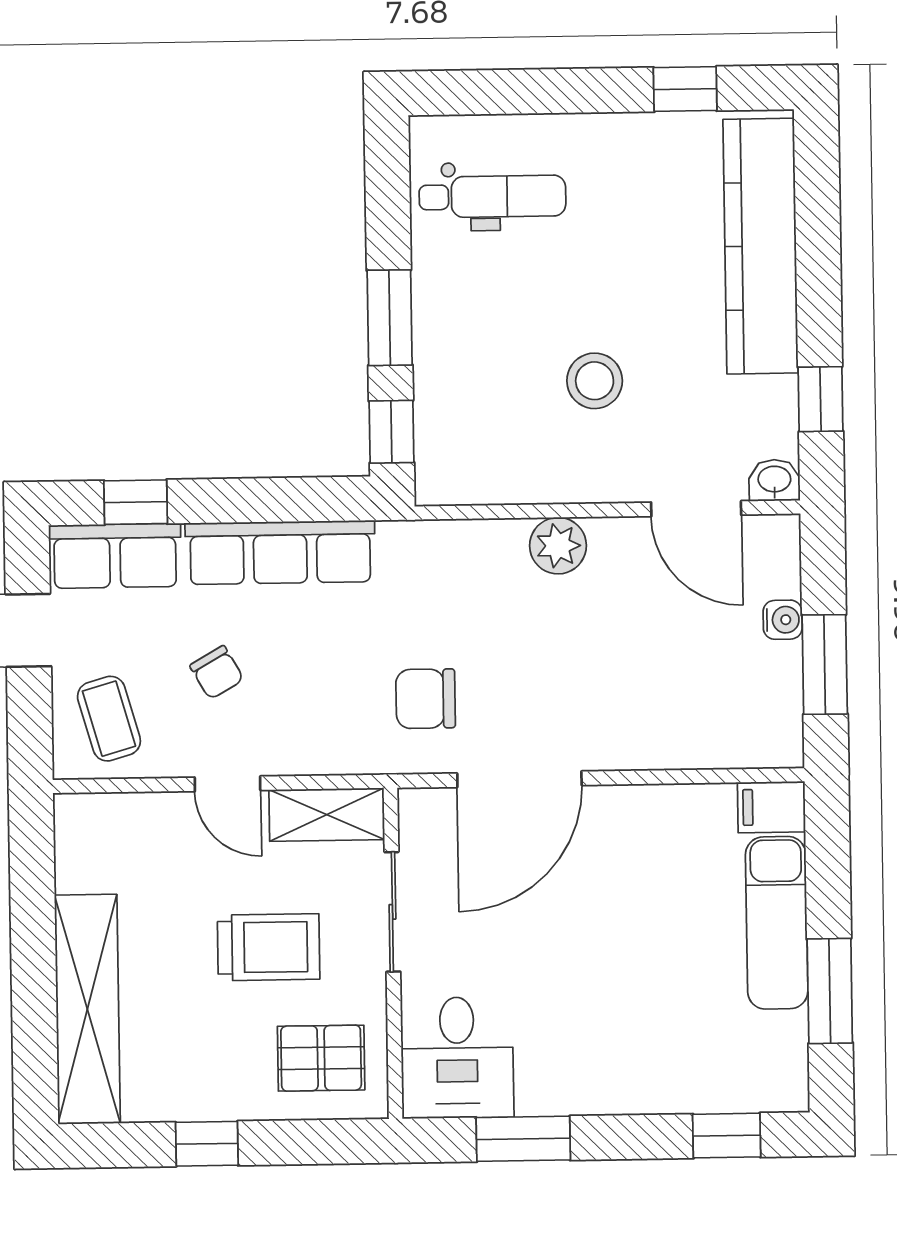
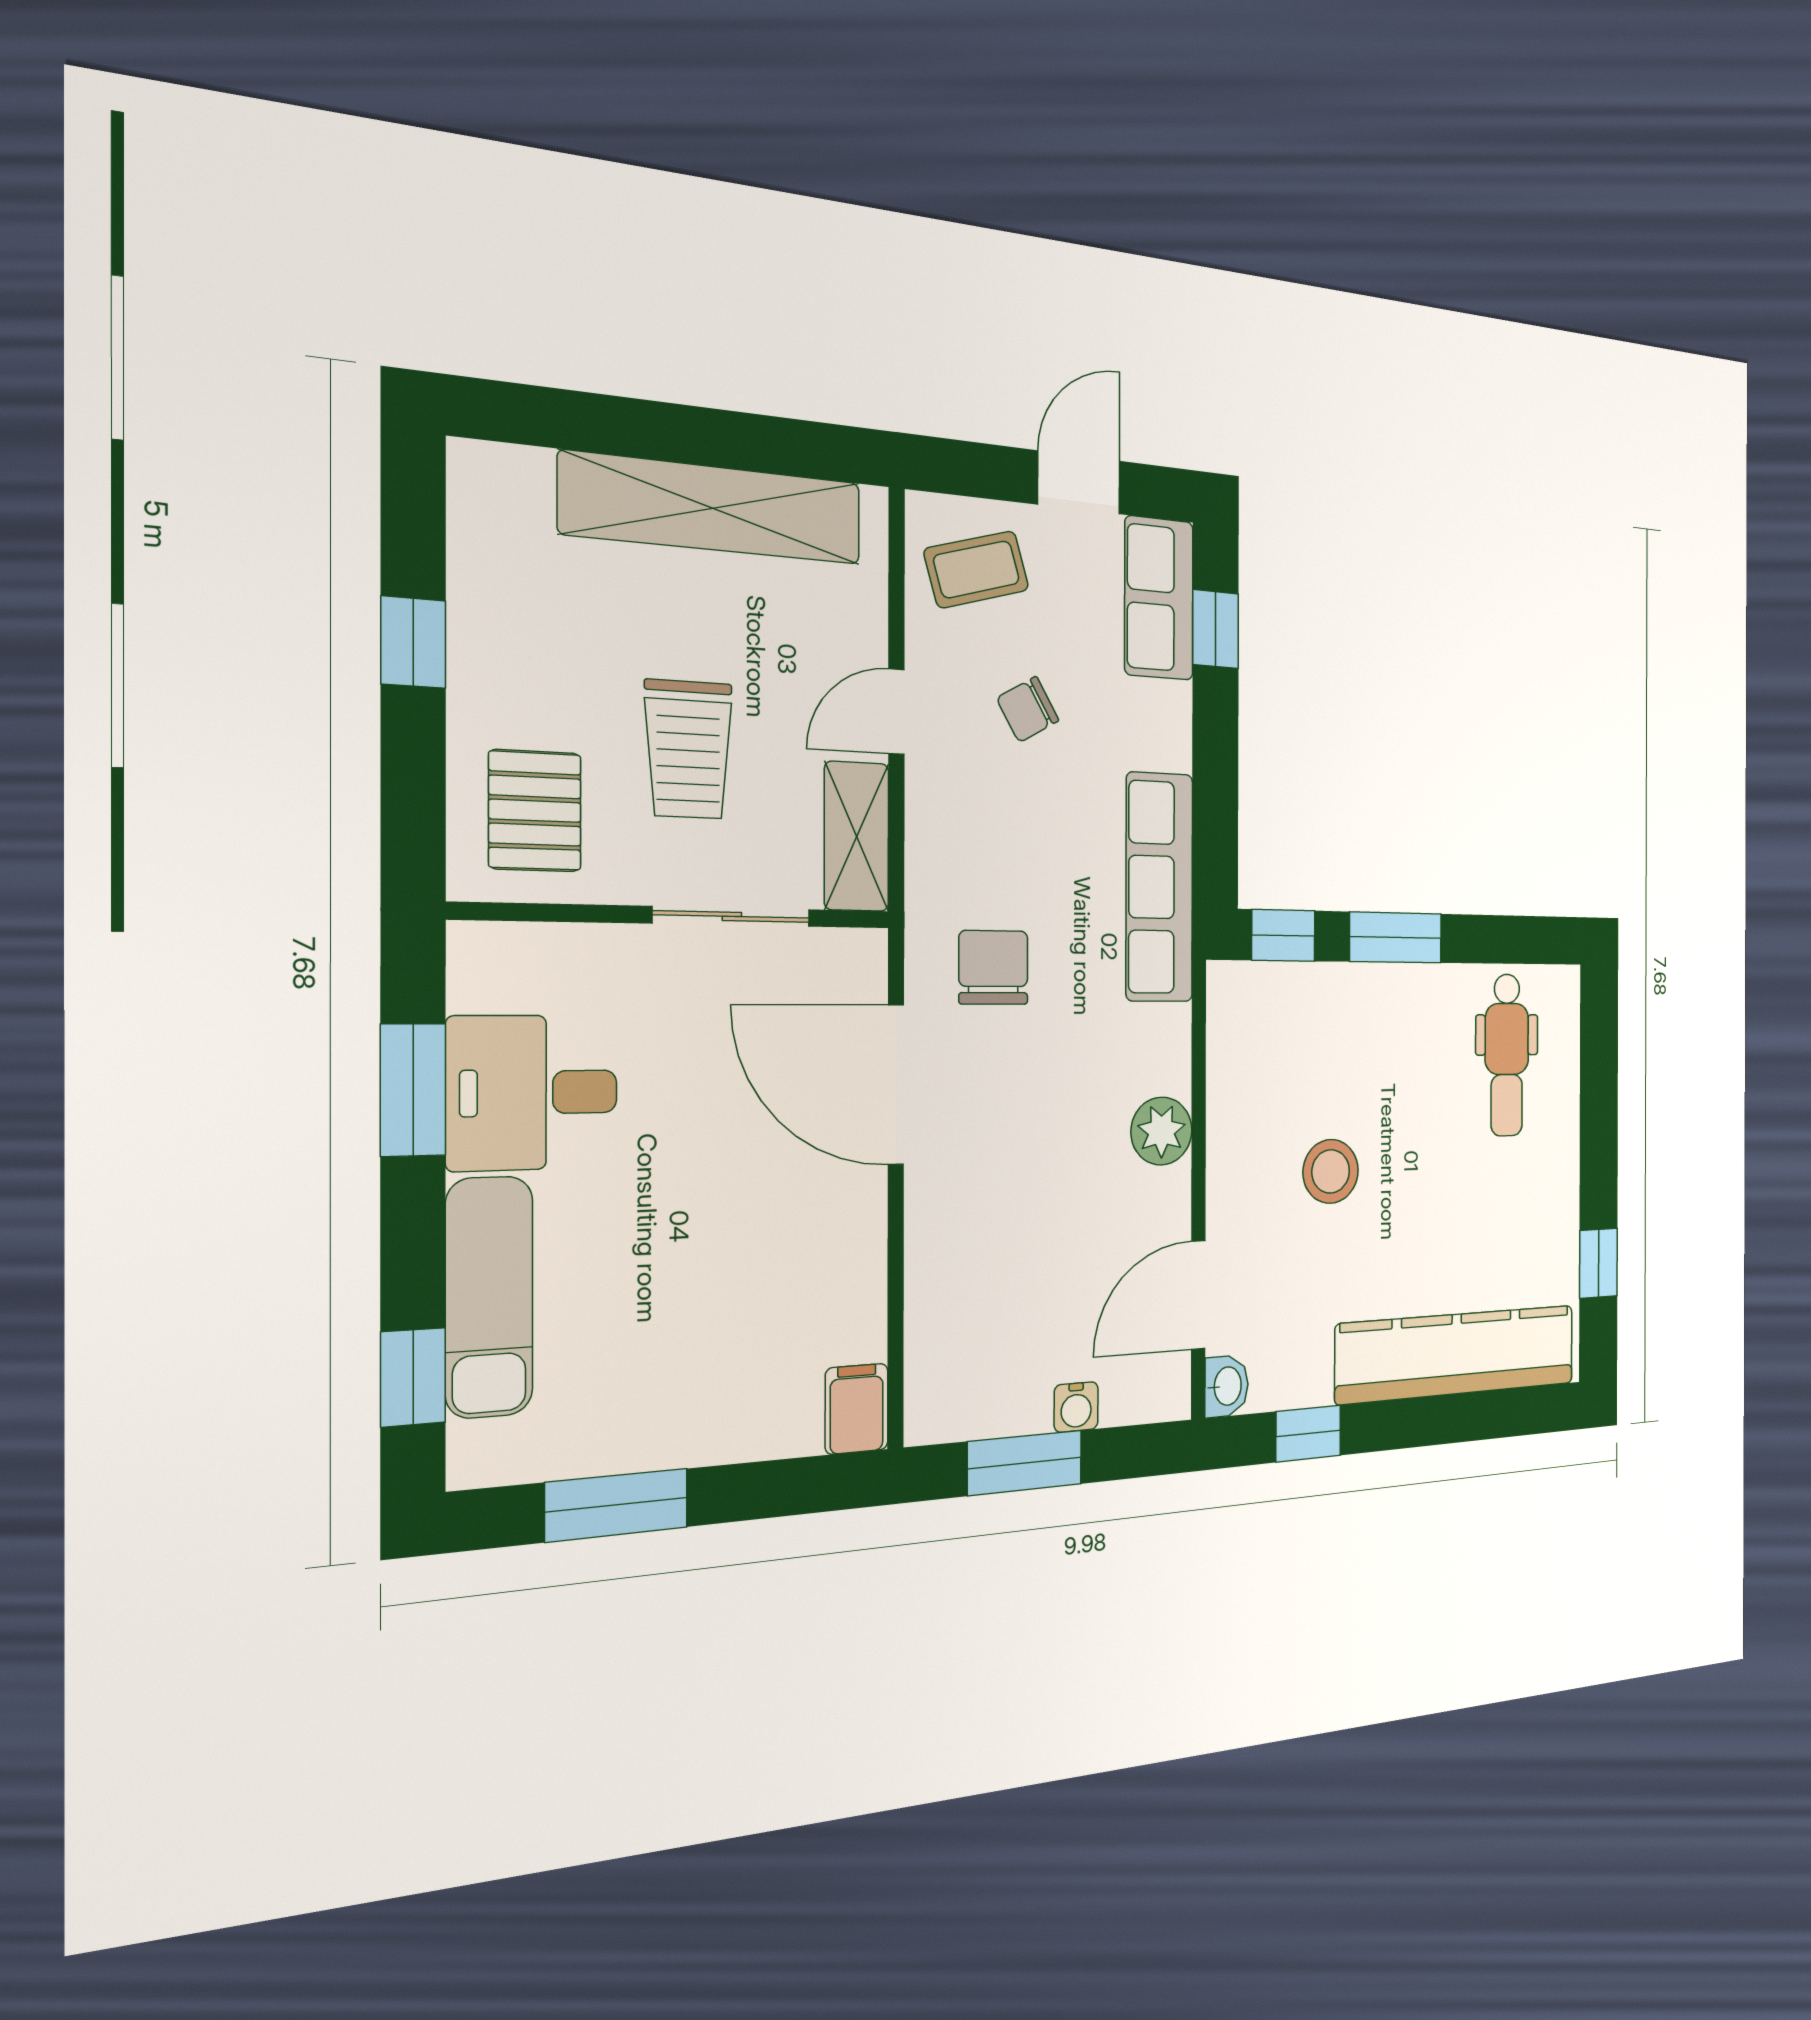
row of seats: (280, 552) -> (1159, 887), moved
exam couch: (777, 923) -> (489, 1297), moved, turned 90
shelving: (87, 1009) -> (713, 508), moved
desk: (457, 1058) -> (532, 1093), moved

